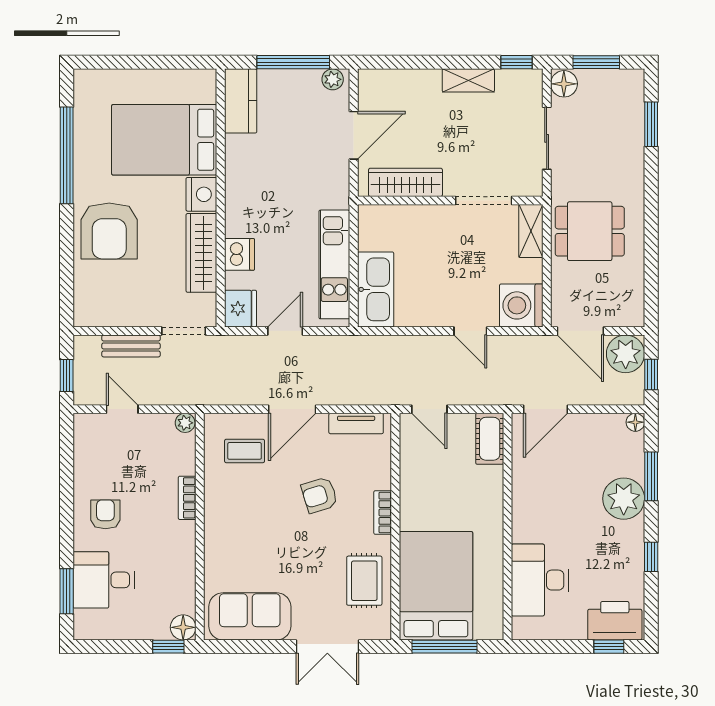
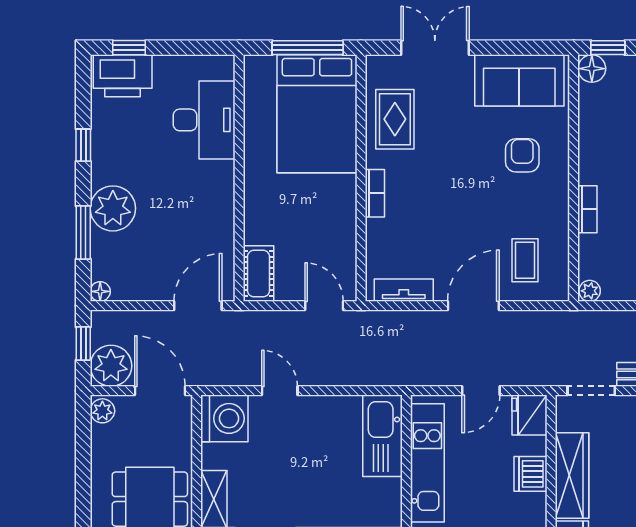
plant: (633, 312) -> (102, 411), added
coffee table: (245, 451) -> (525, 260), turned 90
armchair: (319, 495) -> (522, 155), moved, turned -73

